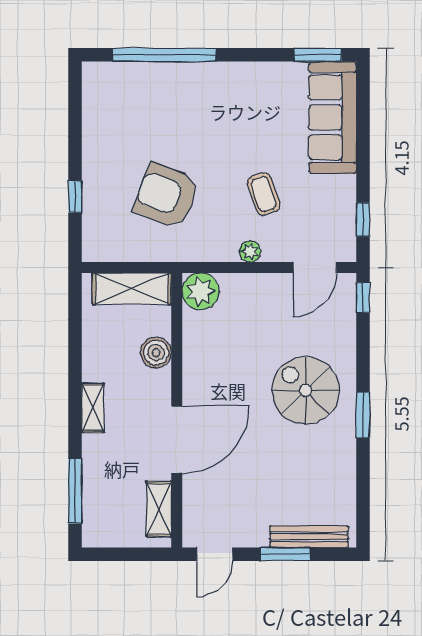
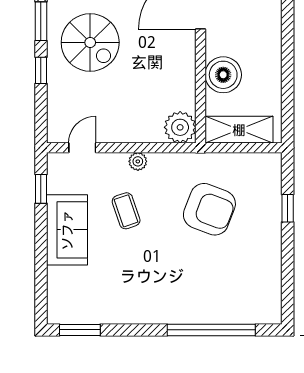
sofa: (333, 117) -> (67, 230), moved, width x0.73
door: (315, 268) -> (82, 148), width x0.73
window: (363, 297) -> (41, 70), moved
boiler: (156, 353) -> (223, 75), width x1.37, depth x1.37
shelving: (93, 408) -> (273, 28), removed

